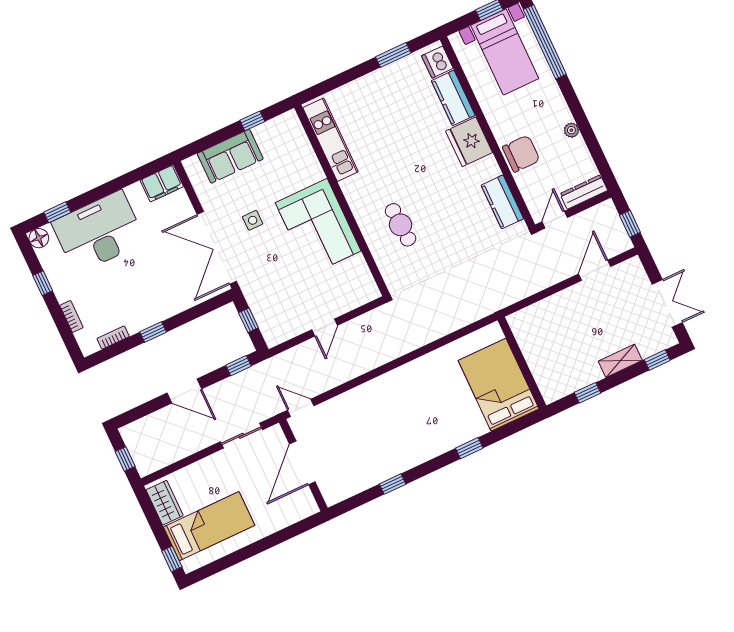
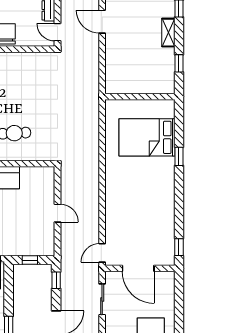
kitchen counter: (502, 202) -> (30, 61), removed
bed: (499, 385) -> (147, 137), moved
window: (393, 484) -> (179, 247), moved

